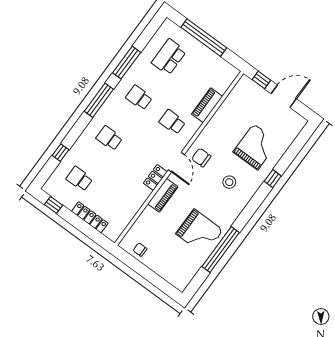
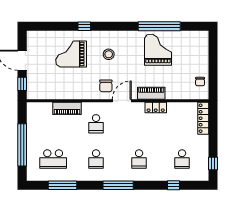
window: (127, 63) -> (63, 185), moved
locker: (155, 177) -> (156, 107), moved
locker: (90, 217) -> (203, 118), moved

